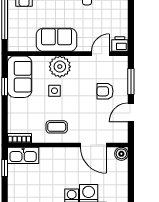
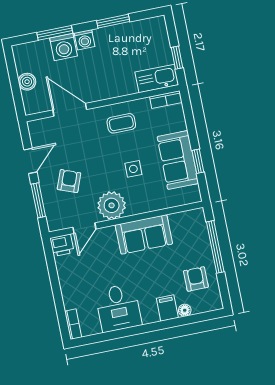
plant: (60, 67) -> (112, 205), moved
sofa: (20, 77) -> (178, 160), moved
armchair: (105, 91) -> (69, 181), turned -69
boiler: (121, 154) -> (27, 82), moved

